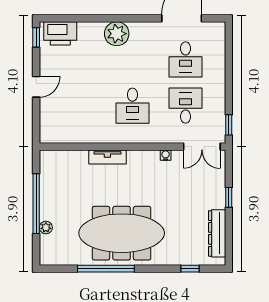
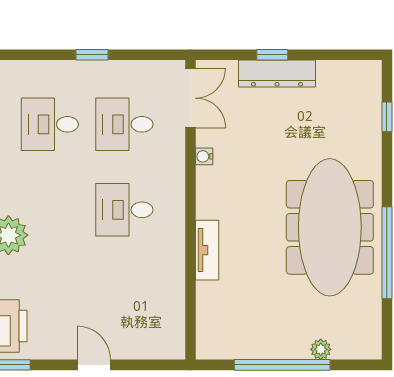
desk: (186, 59) -> (50, 124), turned 180
desk: (132, 106) -> (124, 210), turned 180
window: (229, 125) -> (92, 55), moved
dresser: (217, 233) -> (277, 74), moved

